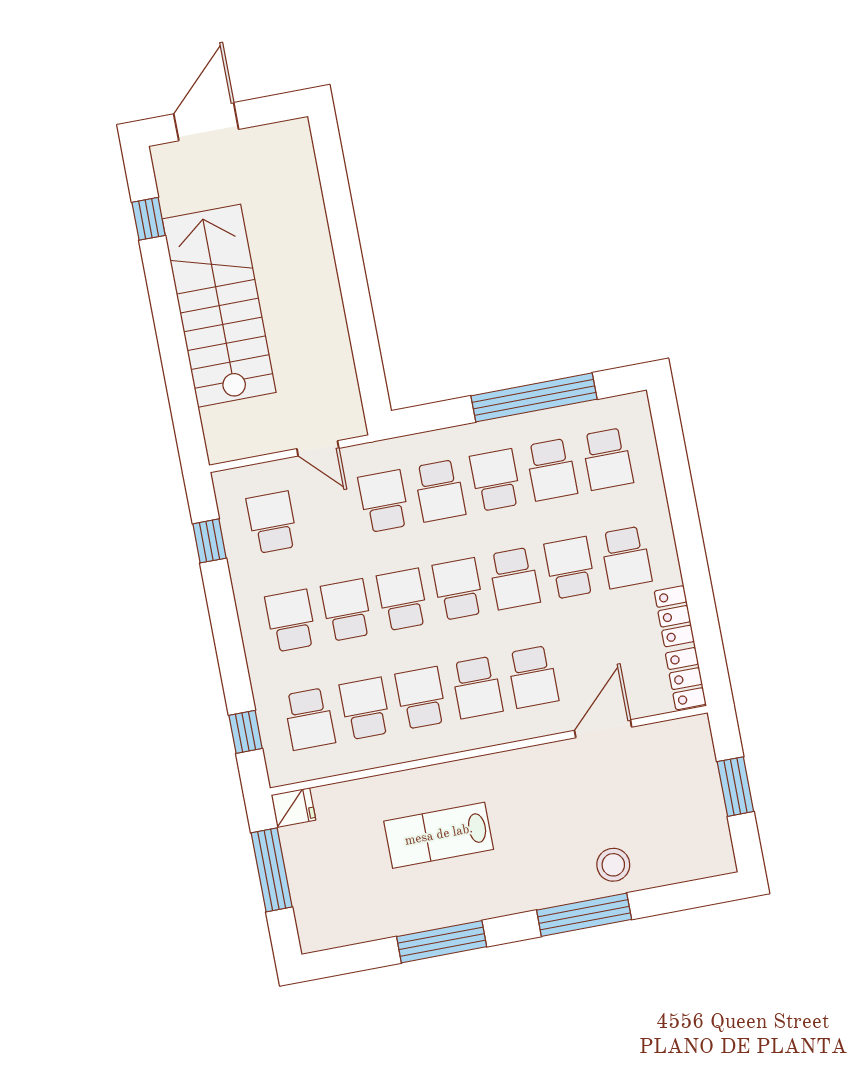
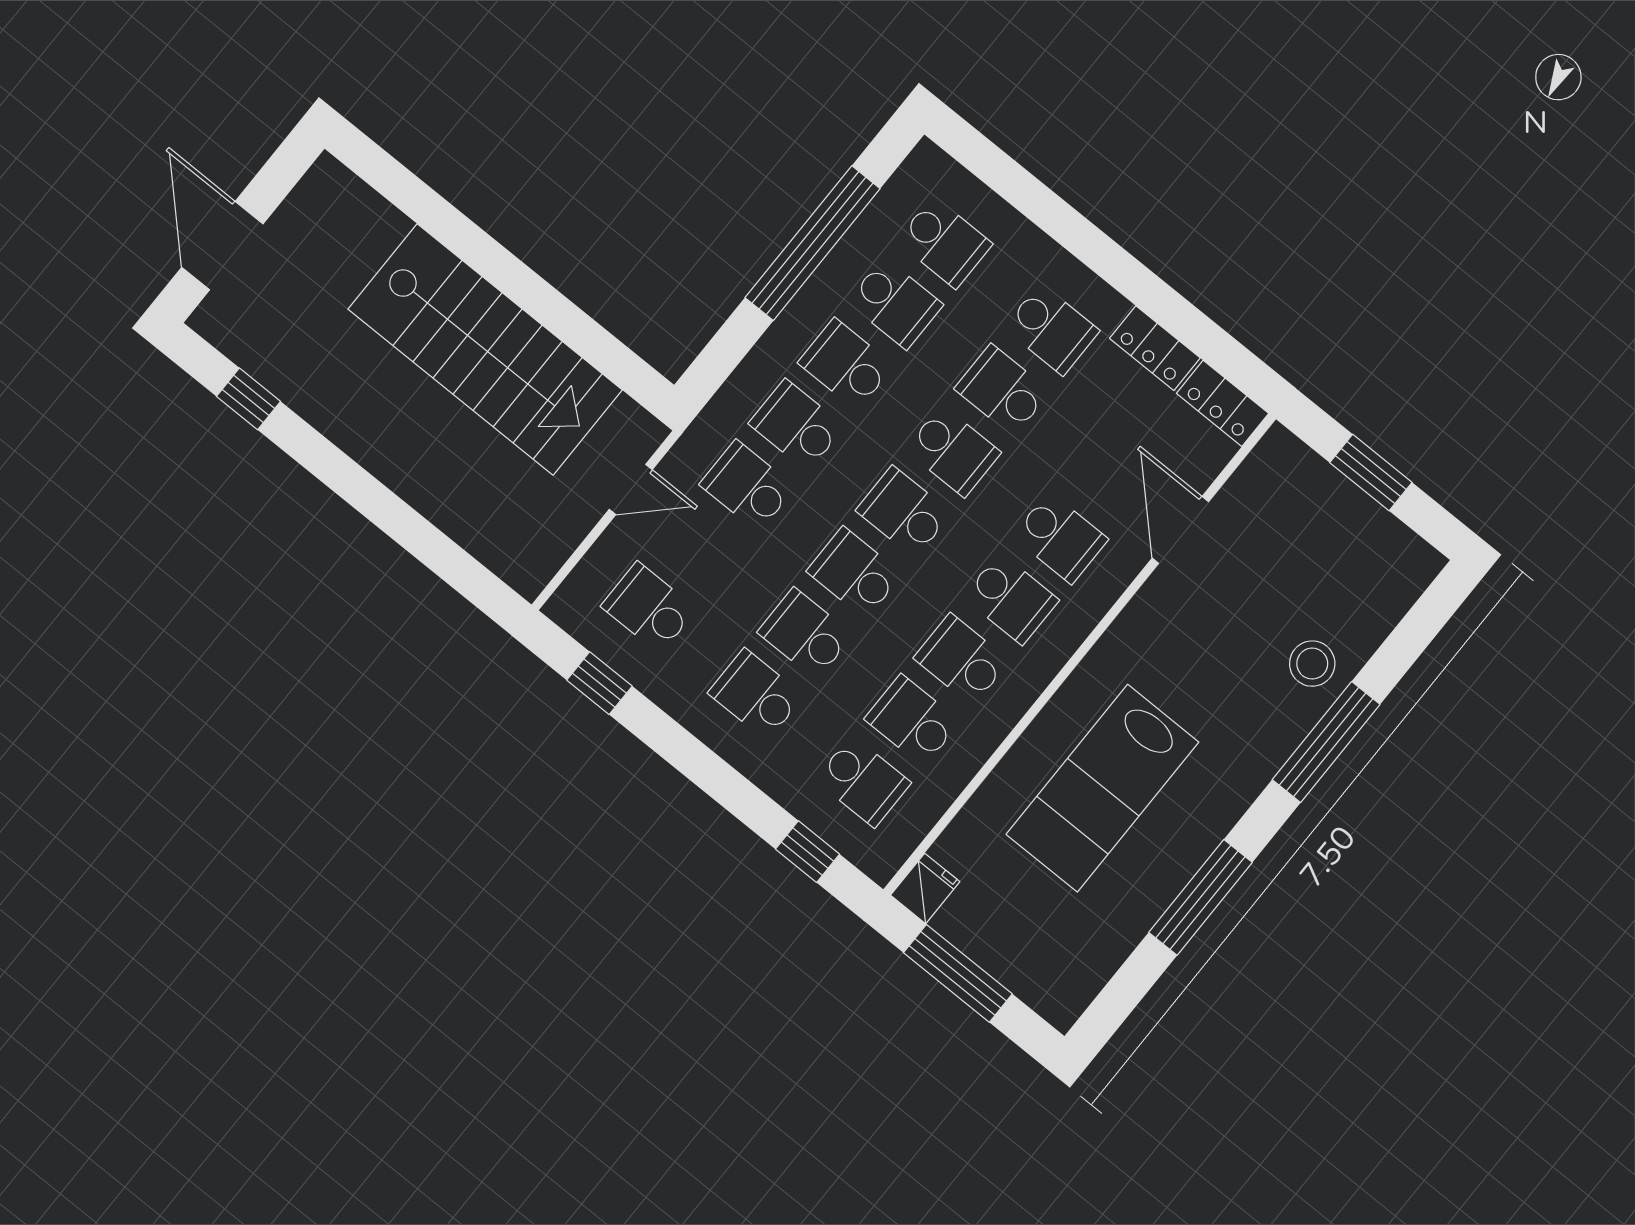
stairs: (219, 306) -> (485, 350), moved, turned 180
school desk: (440, 491) -> (797, 425), turned 180
lab bench: (439, 835) -> (1102, 788), width x1.36, depth x1.39

